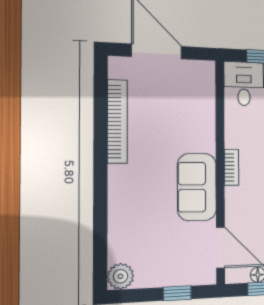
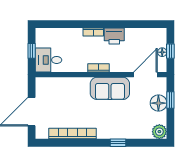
window: (100, 203) -> (118, 143), added
floor lamp: (172, 272) -> (158, 103), added

